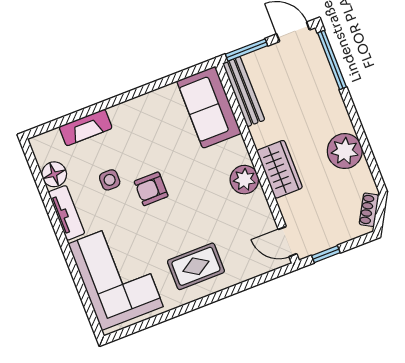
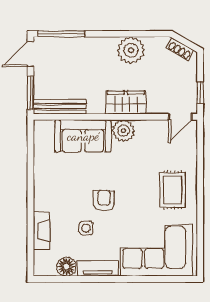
sofa: (209, 107) -> (83, 136), moved
armchair: (151, 189) -> (104, 201), turned 180

